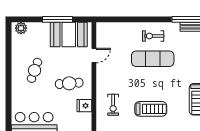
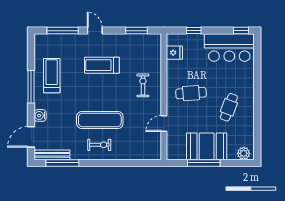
booth: (69, 35) -> (207, 146), moved
exercise bike: (113, 105) -> (143, 85), moved
fridge: (84, 106) -> (174, 53), moved

